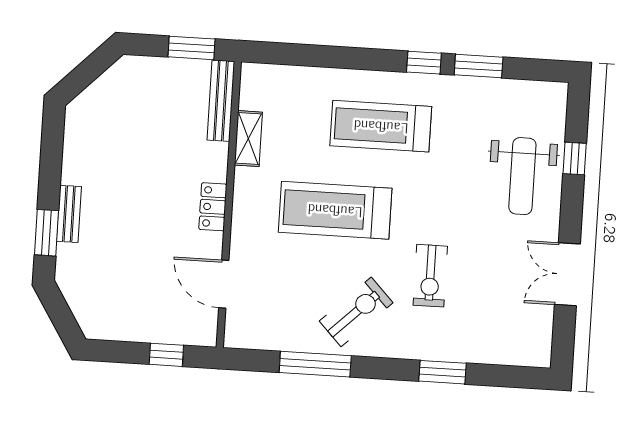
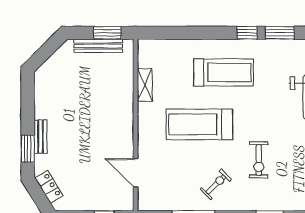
bench: (221, 101) -> (98, 46), moved, turned 90
treadmill: (381, 126) -> (224, 72), turned 180
locker: (213, 207) -> (49, 187), moved, turned 148
exercise bike: (356, 312) -> (216, 184), width x0.73, depth x0.72

